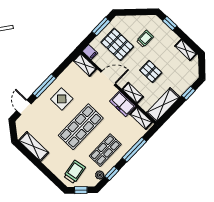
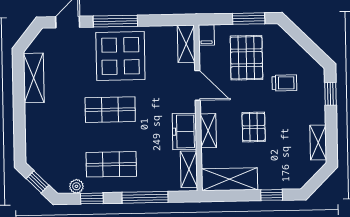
display table: (62, 99) -> (120, 56), width x1.86, depth x1.86
shop shelf: (81, 127) -> (110, 110), width x0.70, depth x0.74
trolley: (74, 172) -> (51, 154), removed

